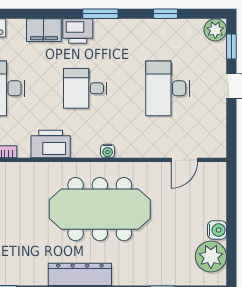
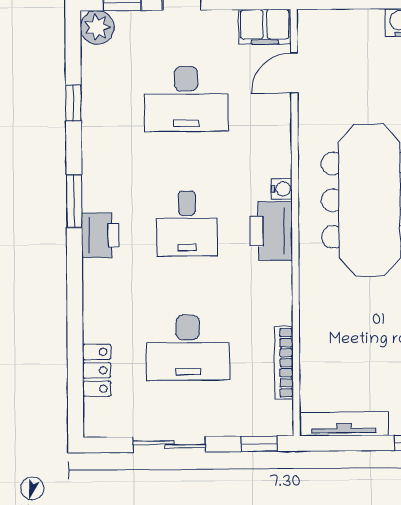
filing cabinet: (44, 30) -> (265, 27), moved, turned 90
printer: (51, 144) -> (271, 231), moved
door: (184, 160) -> (294, 73), swing flipped

